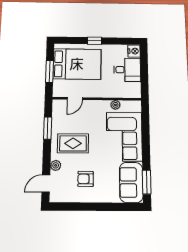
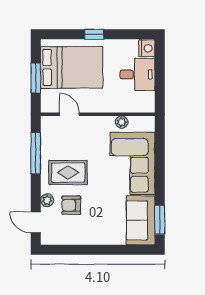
door: (75, 99) -> (69, 114), swing flipped
window: (48, 128) -> (36, 153), width x1.44
armchair: (86, 179) -> (71, 205), moved
door: (46, 183) -> (36, 222), hinge flipped

